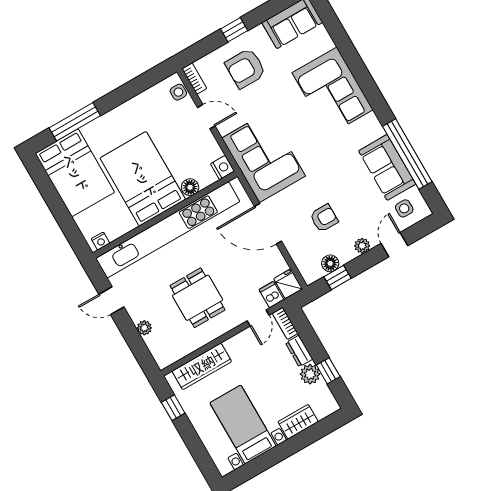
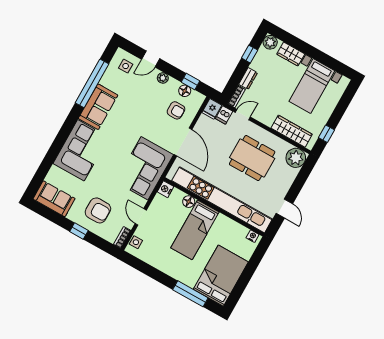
sofa: (387, 167) -> (98, 107), moved
bed: (143, 179) -> (195, 230), width x0.67
armchair: (324, 218) -> (176, 110), moved, turned 180
dining table: (198, 298) -> (252, 158), width x1.38
plant: (144, 328) -> (296, 158), moved, width x1.88, depth x1.88
plant: (310, 374) -> (270, 42), moved

